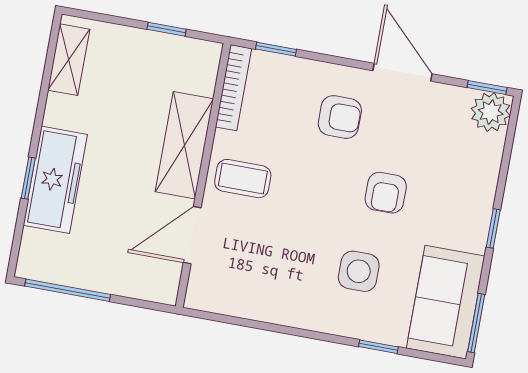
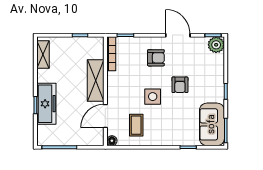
coffee table: (243, 179) -> (136, 125), moved, turned 90
side table: (359, 271) -> (153, 97), moved
floor lamp: (197, 298) -> (112, 141), added

